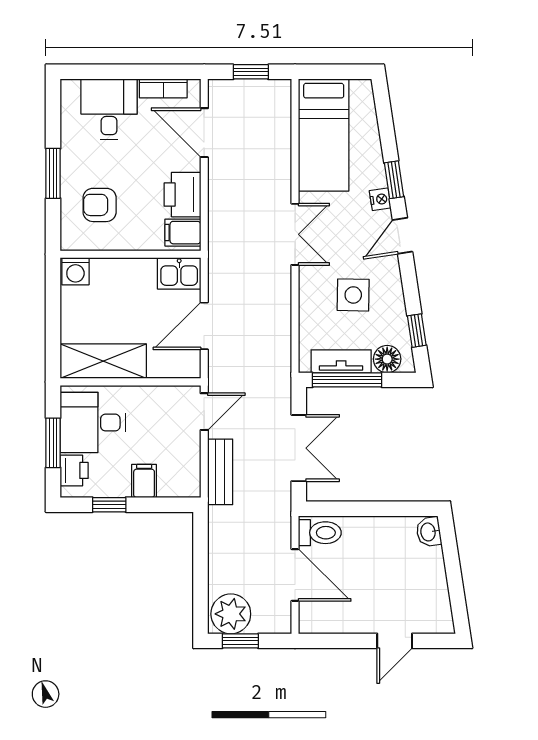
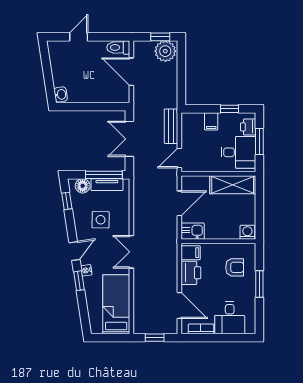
toilet: (320, 533) -> (118, 47), moved

